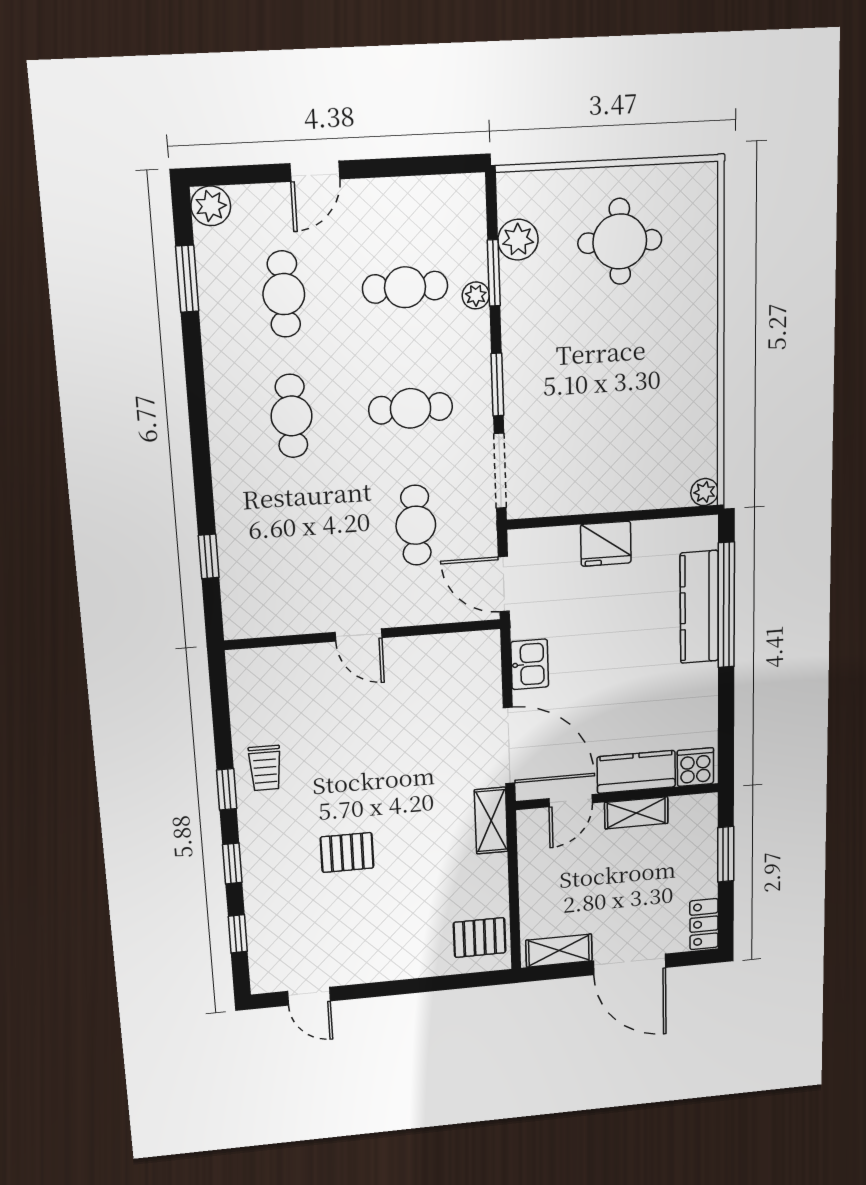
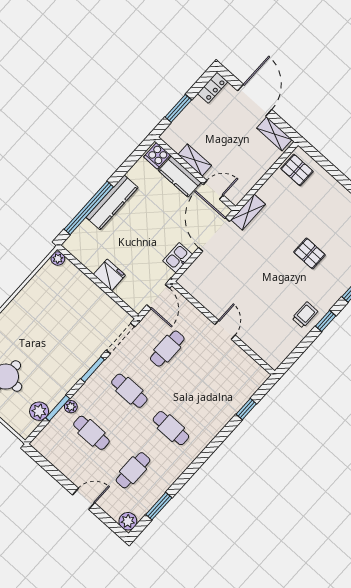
cafe table: (292, 416) -> (171, 428), turned 90
kitchen counter: (699, 607) -> (112, 202), moved

